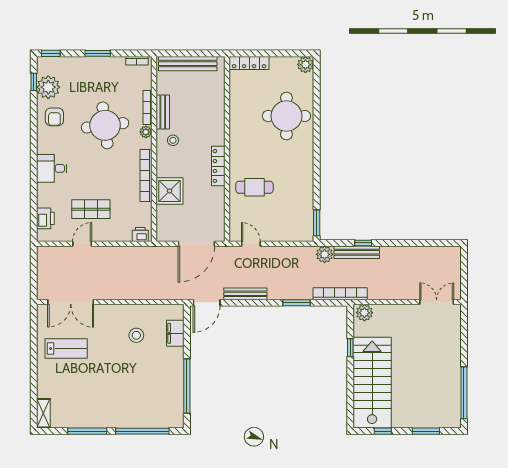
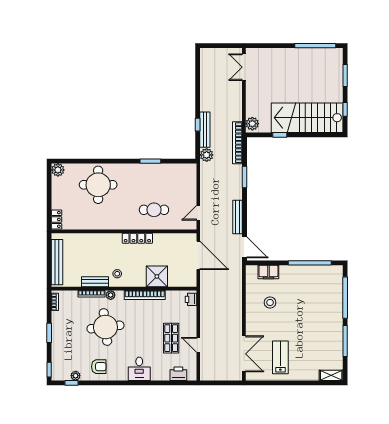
locker: (249, 63) -> (57, 219), width x0.66
plant: (48, 87) -> (76, 376), width x0.53, depth x0.53
cafe table: (254, 187) -> (154, 210), turned 90
window: (317, 223) -> (150, 161), moved

